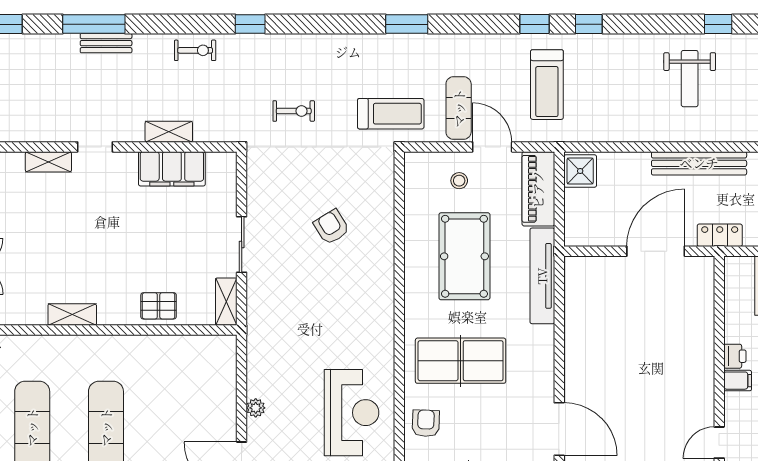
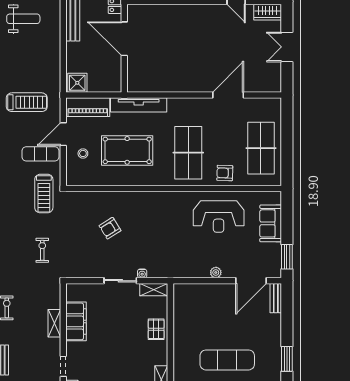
treadmill: (391, 114) -> (44, 194), turned 180
water cooler: (254, 282) -> (142, 273), added
reception desk: (352, 413) -> (219, 216), turned 180

